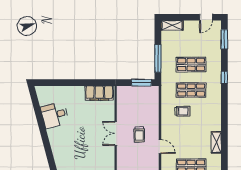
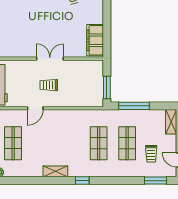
window: (224, 77) -> (82, 181), moved
trolley: (182, 111) -> (151, 154), moved
shelving: (216, 142) -> (55, 171), moved

